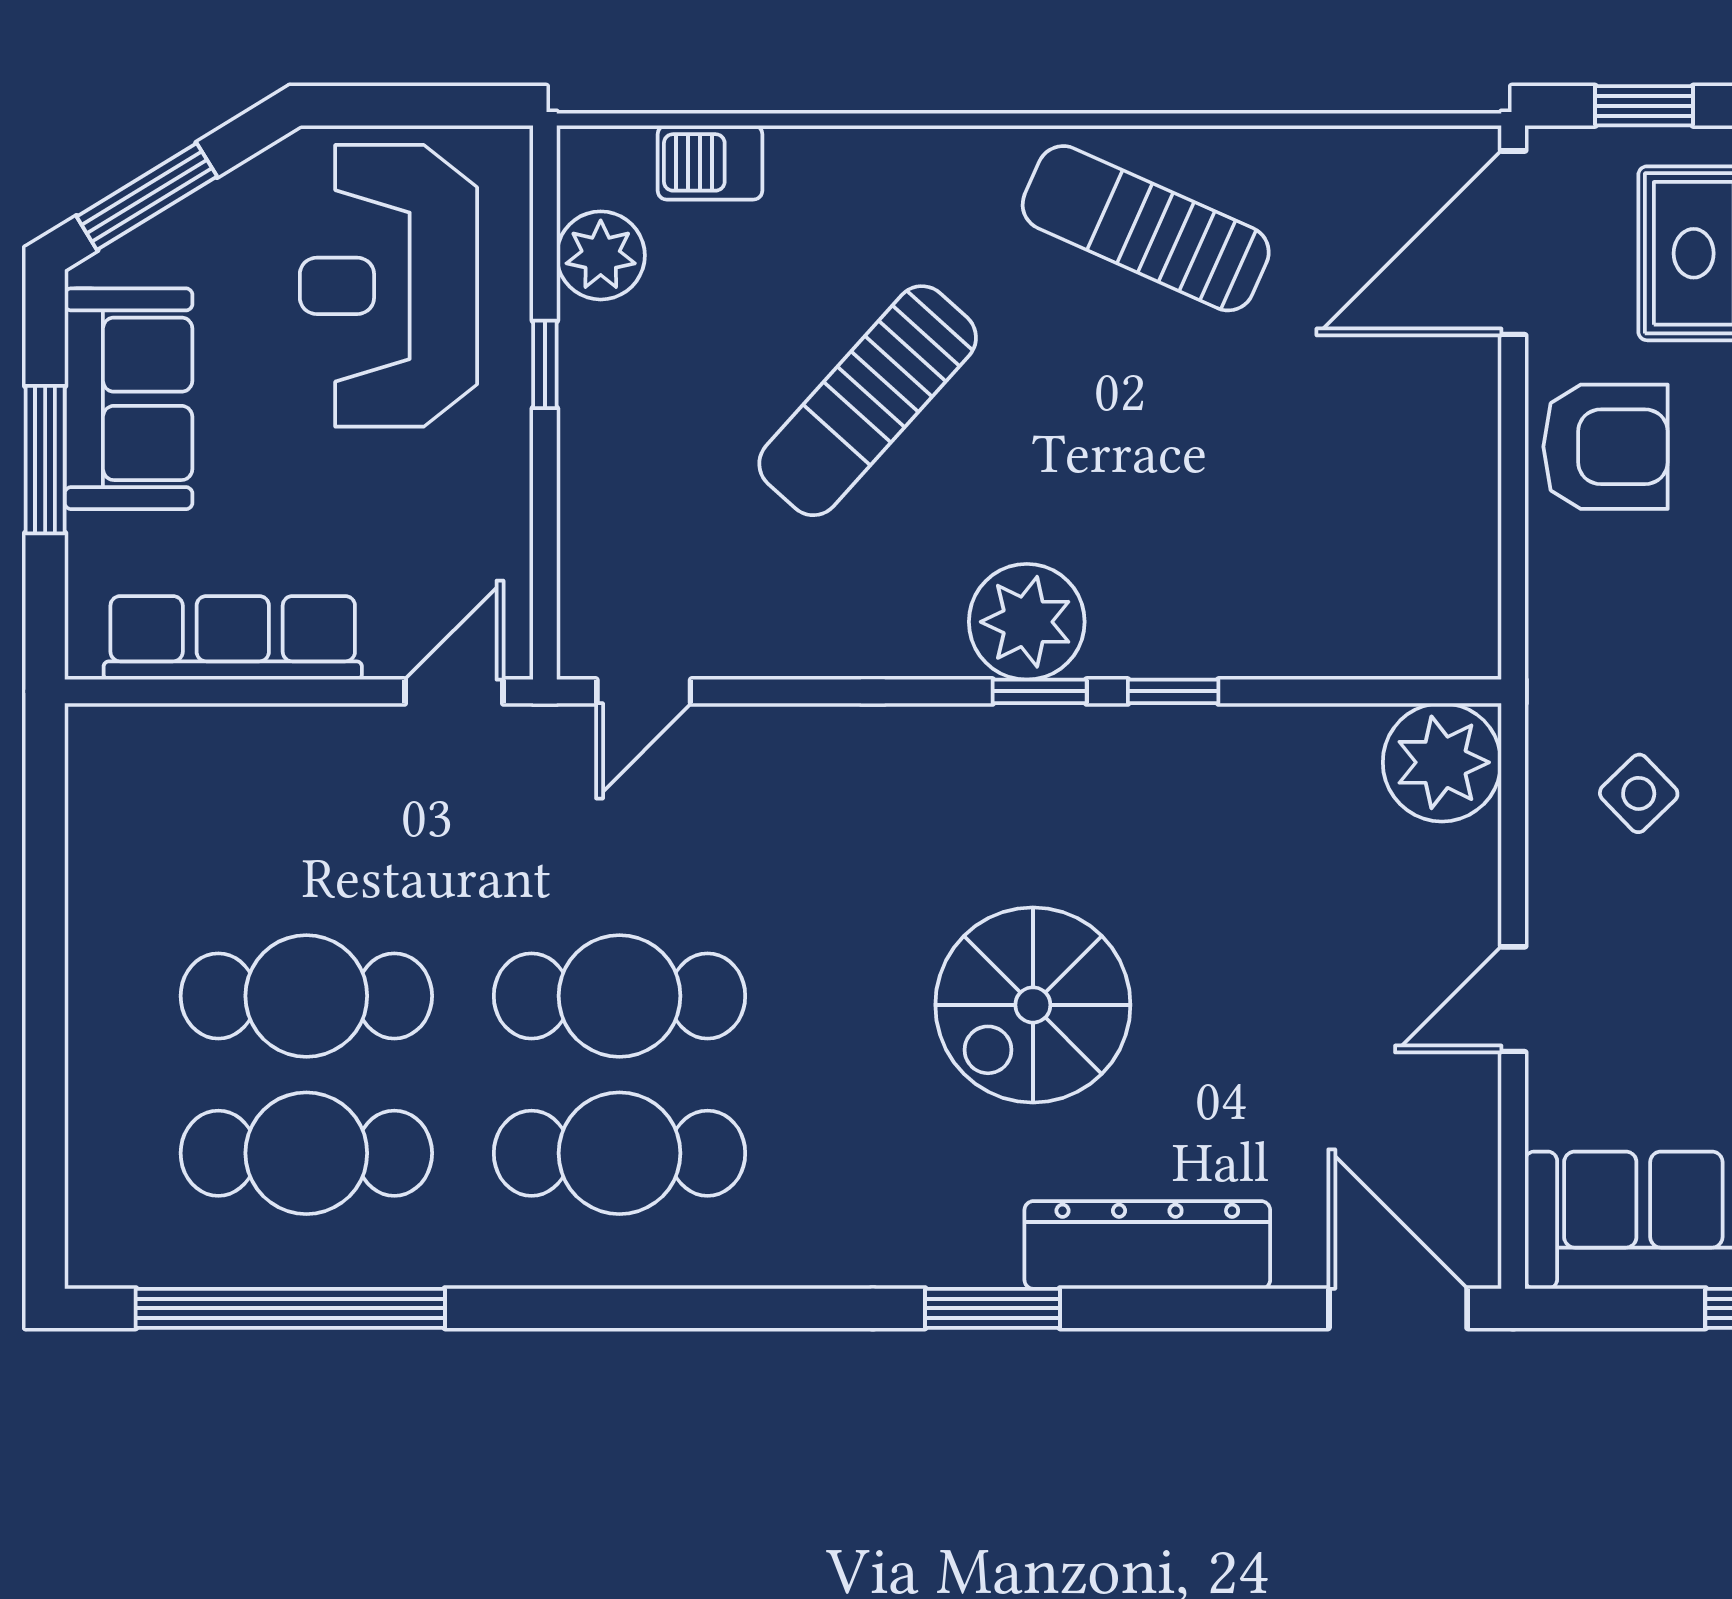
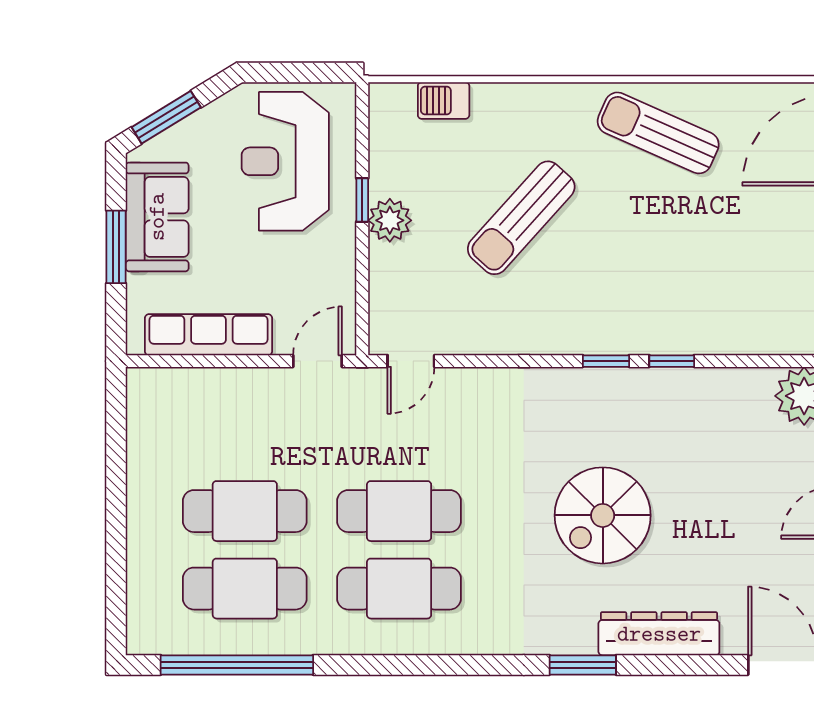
plant: (601, 255) -> (390, 220), moved
plant: (1027, 622) -> (600, 327), removed

